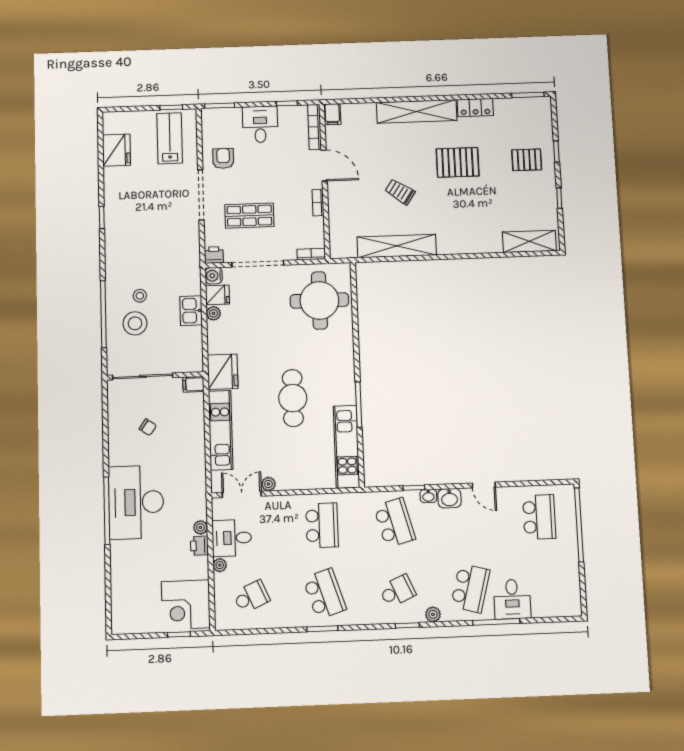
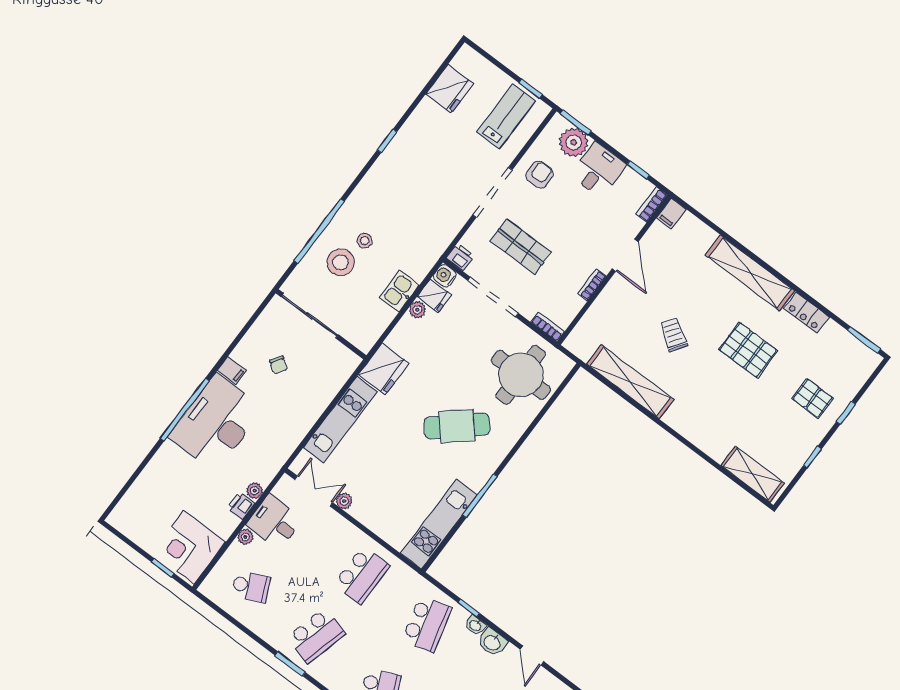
plant: (229, 119) -> (574, 142), added
bookcase: (315, 127) -> (652, 205), width x0.64
filing cabinet: (193, 384) -> (232, 371), moved, turned 180
cafe table: (293, 398) -> (457, 426), moved, turned 49
school desk: (324, 594) -> (316, 636), turned 33

